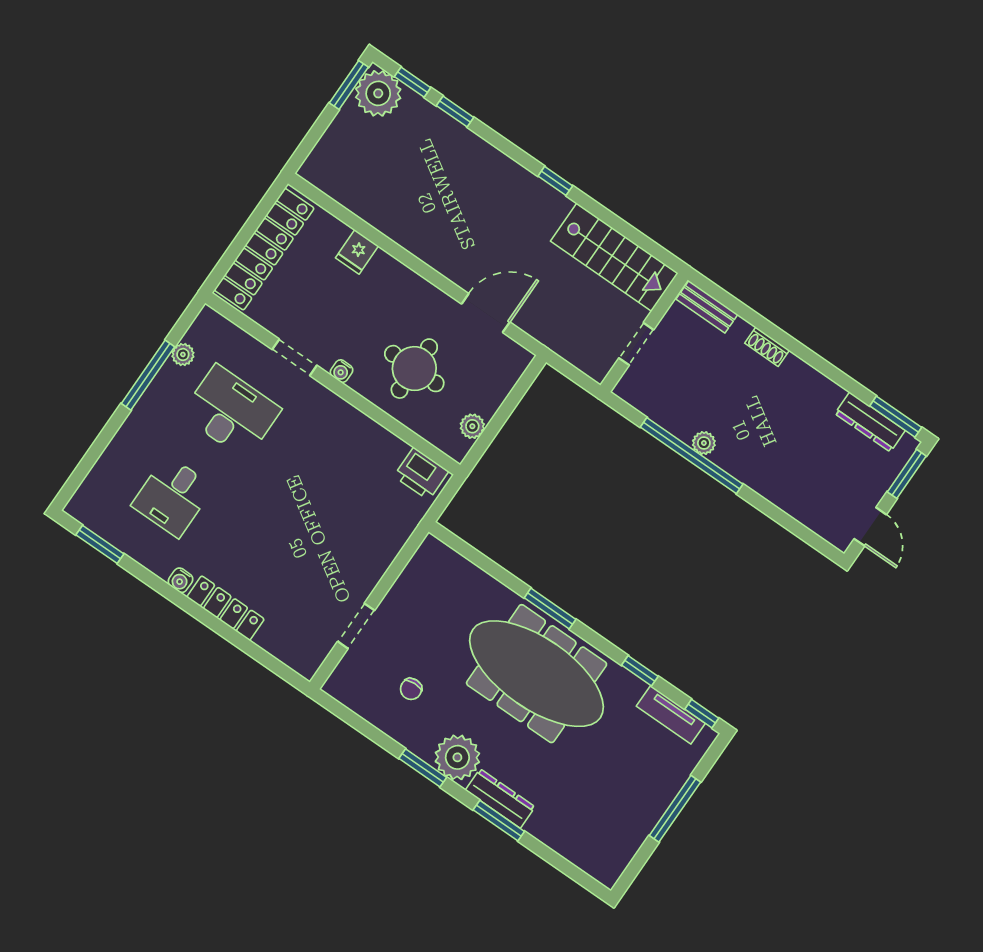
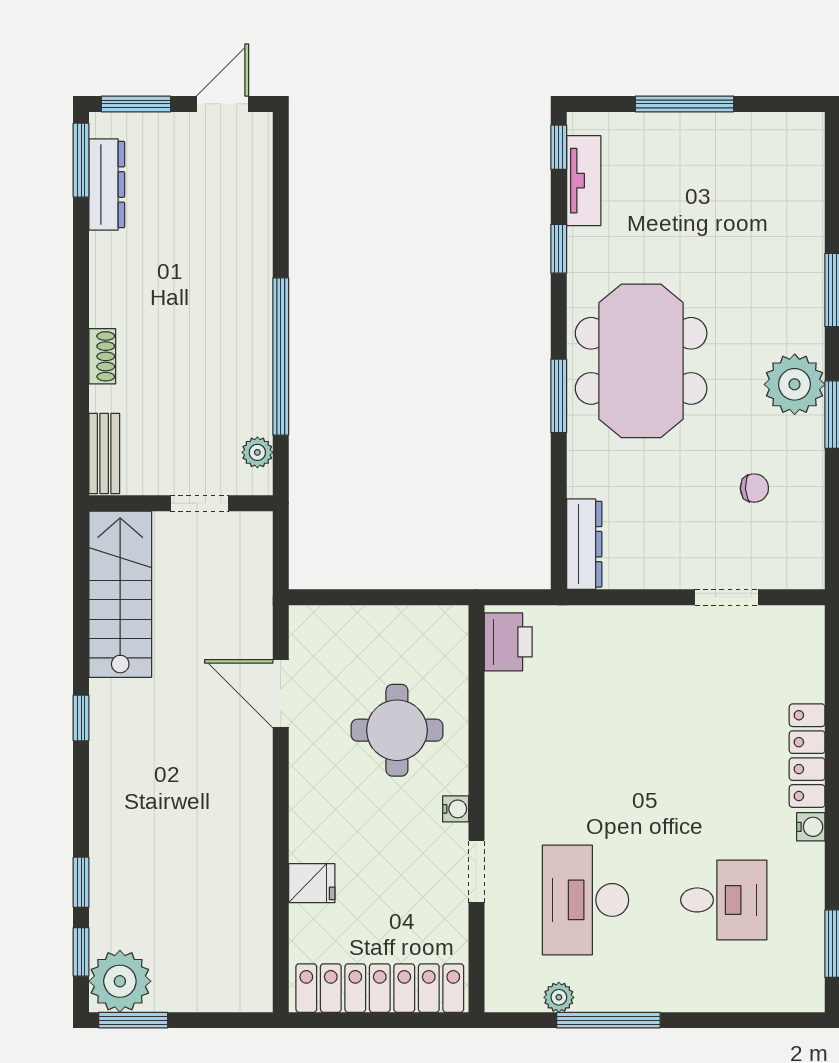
plant: (472, 426) -> (416, 622), removed
plant: (704, 443) -> (257, 452), moved
meeting table: (537, 674) -> (641, 361), width x0.73
dresser: (500, 798) -> (584, 544), moved, turned 180

